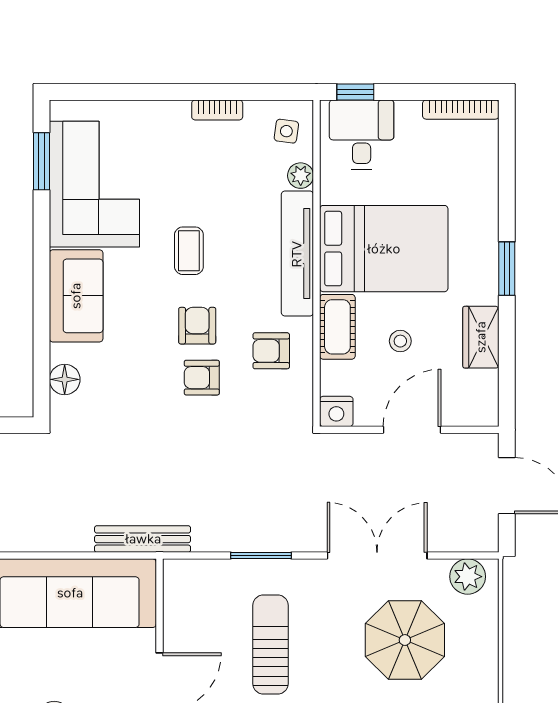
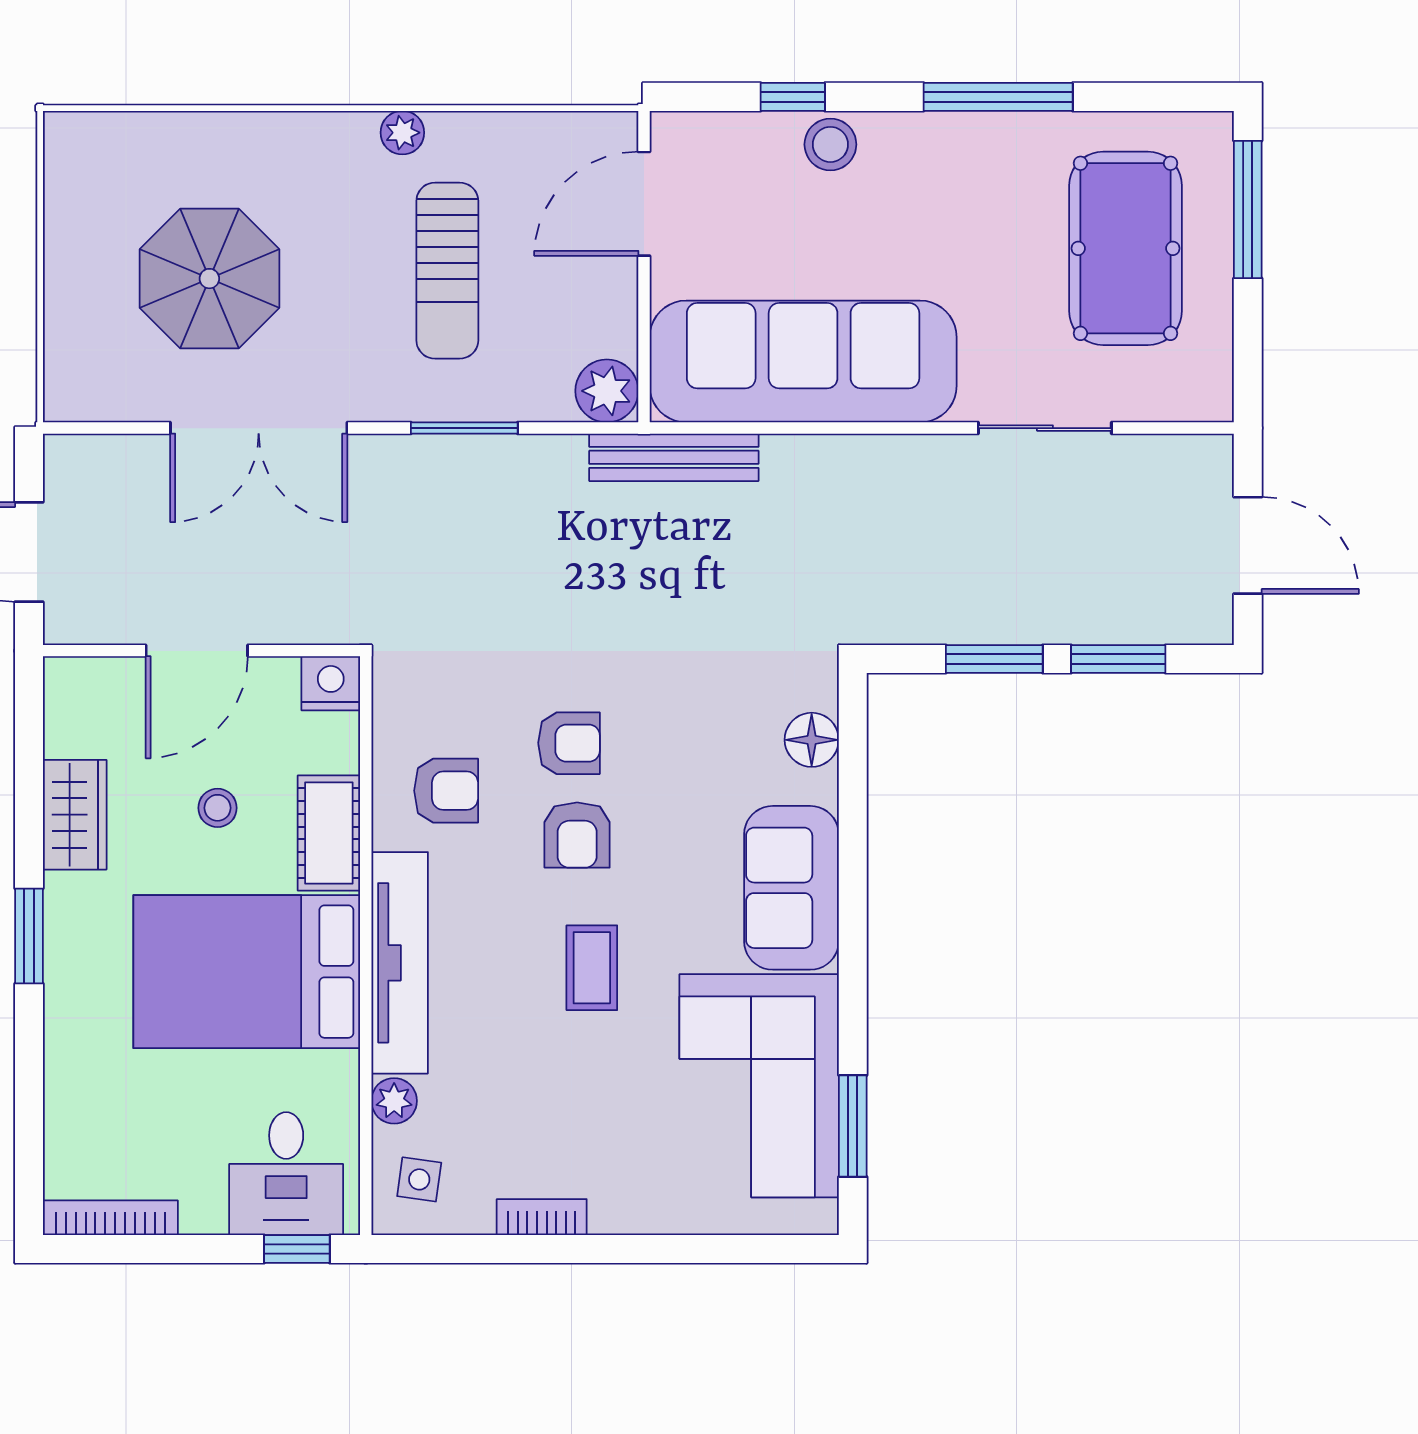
plant: (468, 577) -> (607, 391), moved

